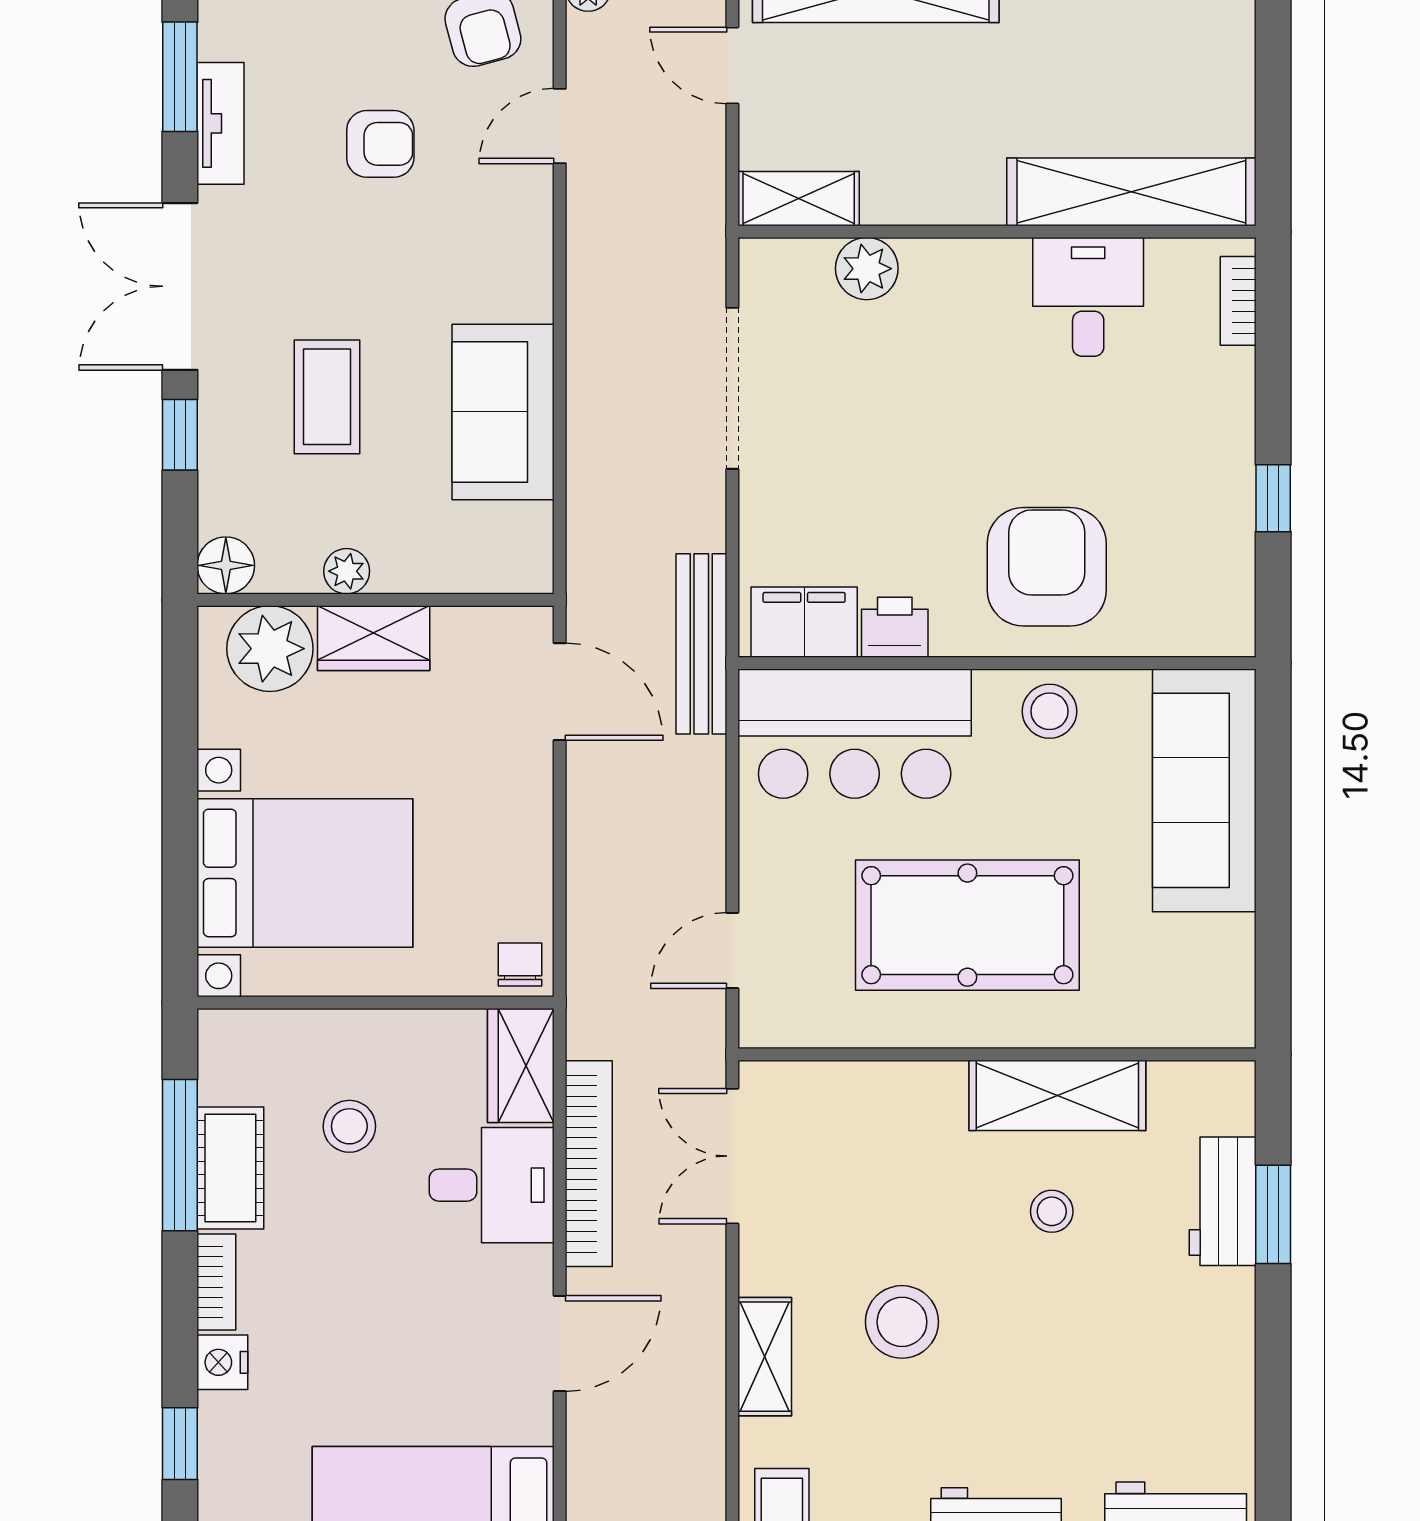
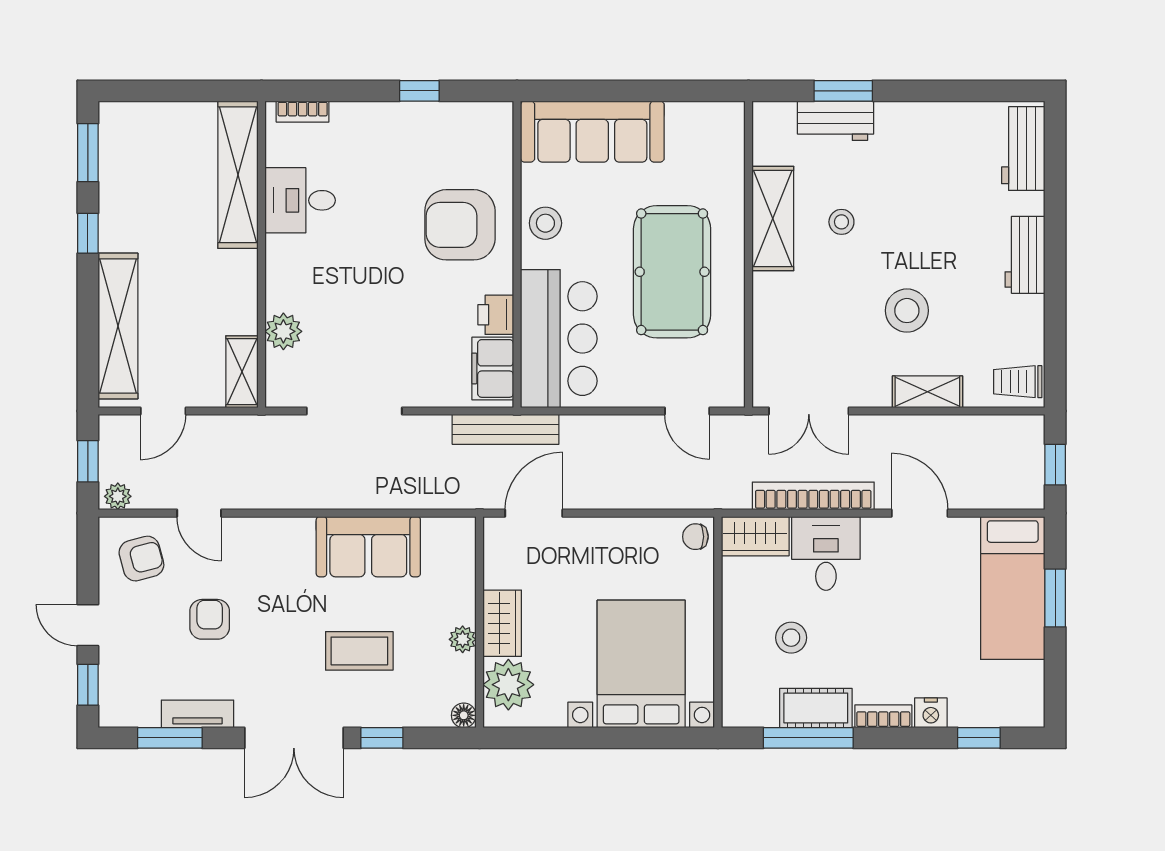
floor lamp: (226, 565) -> (464, 715), width x0.73, depth x0.73

